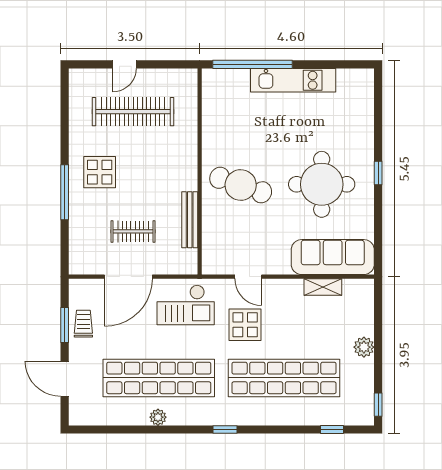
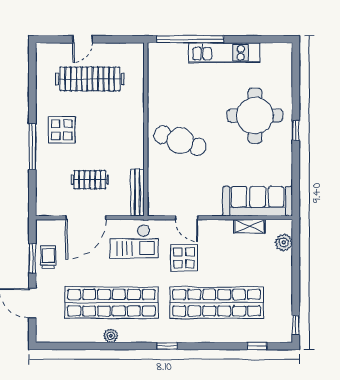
round table: (322, 184) -> (255, 116), moved
bench: (190, 220) -> (137, 192), moved
plant: (364, 347) -> (284, 242), moved

